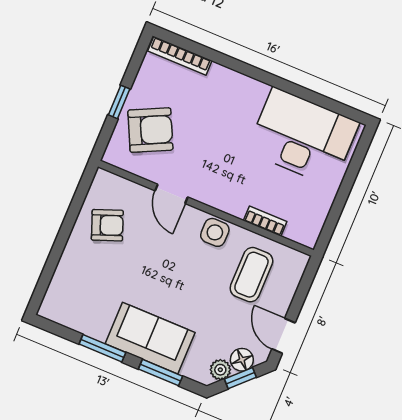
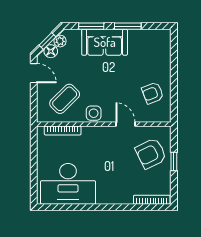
bookcase: (265, 221) -> (63, 130), width x1.56
coffee table: (251, 275) -> (65, 99), turned 45

